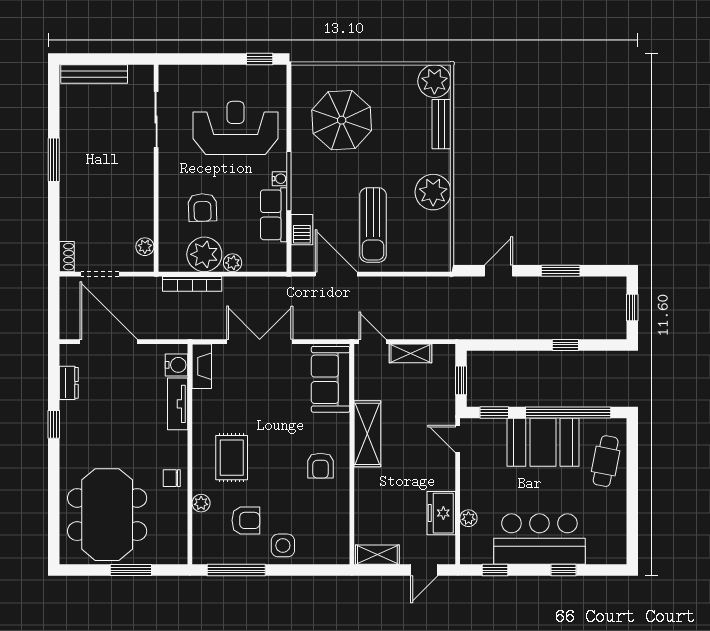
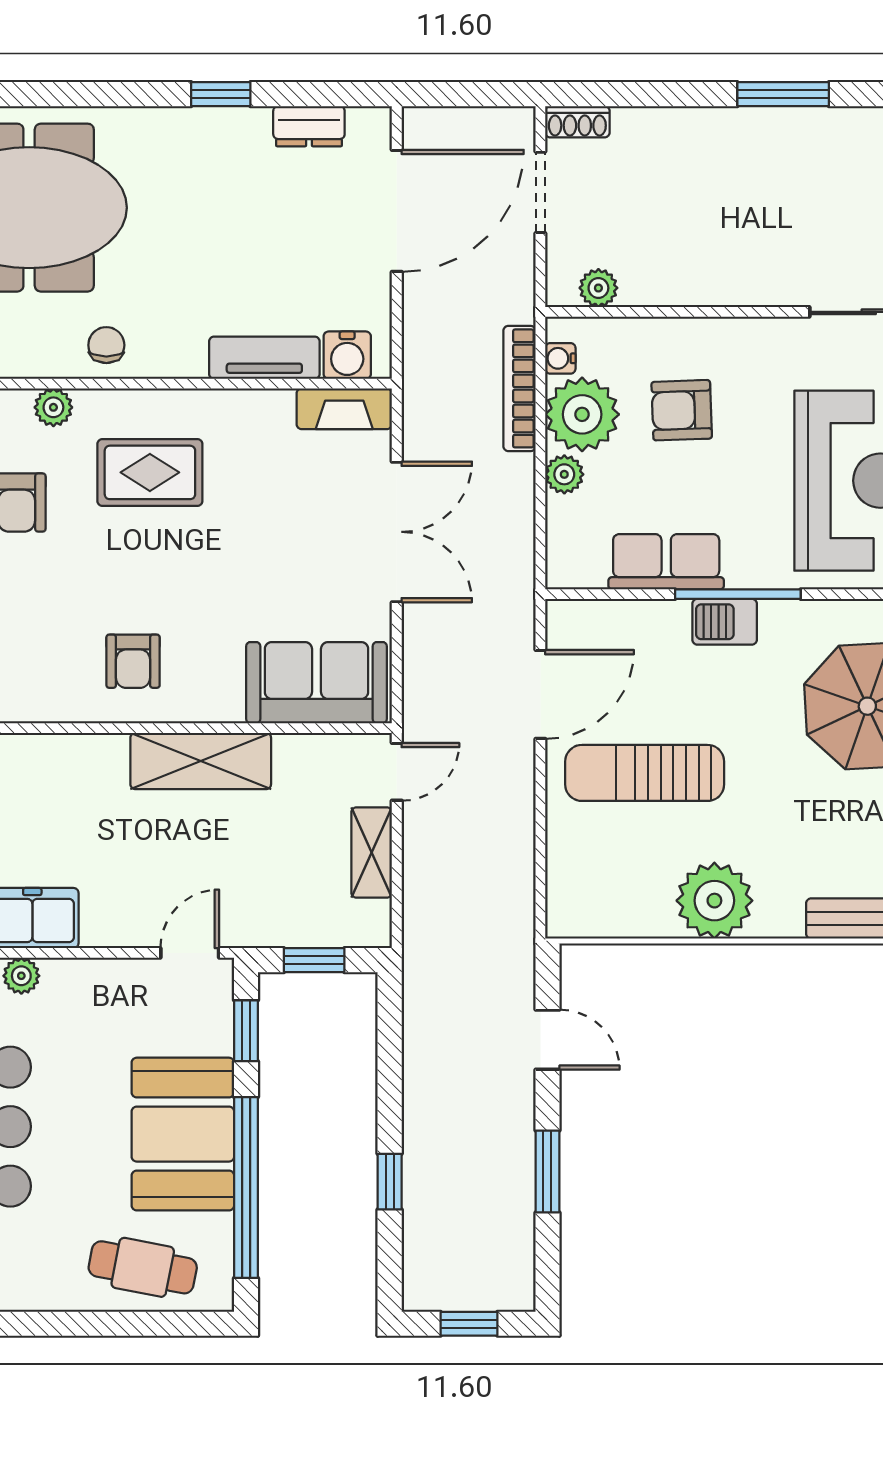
water cooler: (279, 179) -> (560, 358), moved, turned 90
barbecue: (302, 230) -> (725, 622), moved
armchair: (320, 466) -> (133, 661), turned -90

